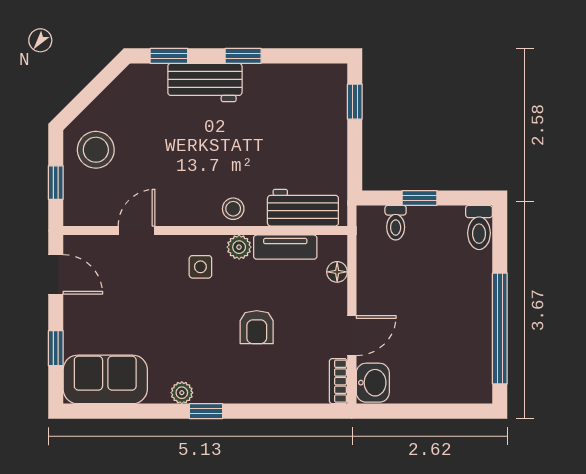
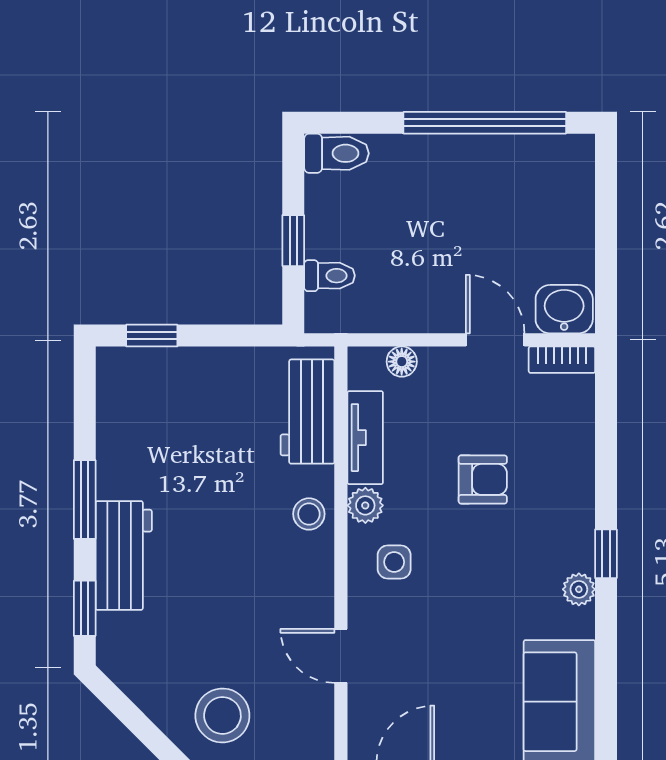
window: (243, 56) -> (85, 499), width x1.50

